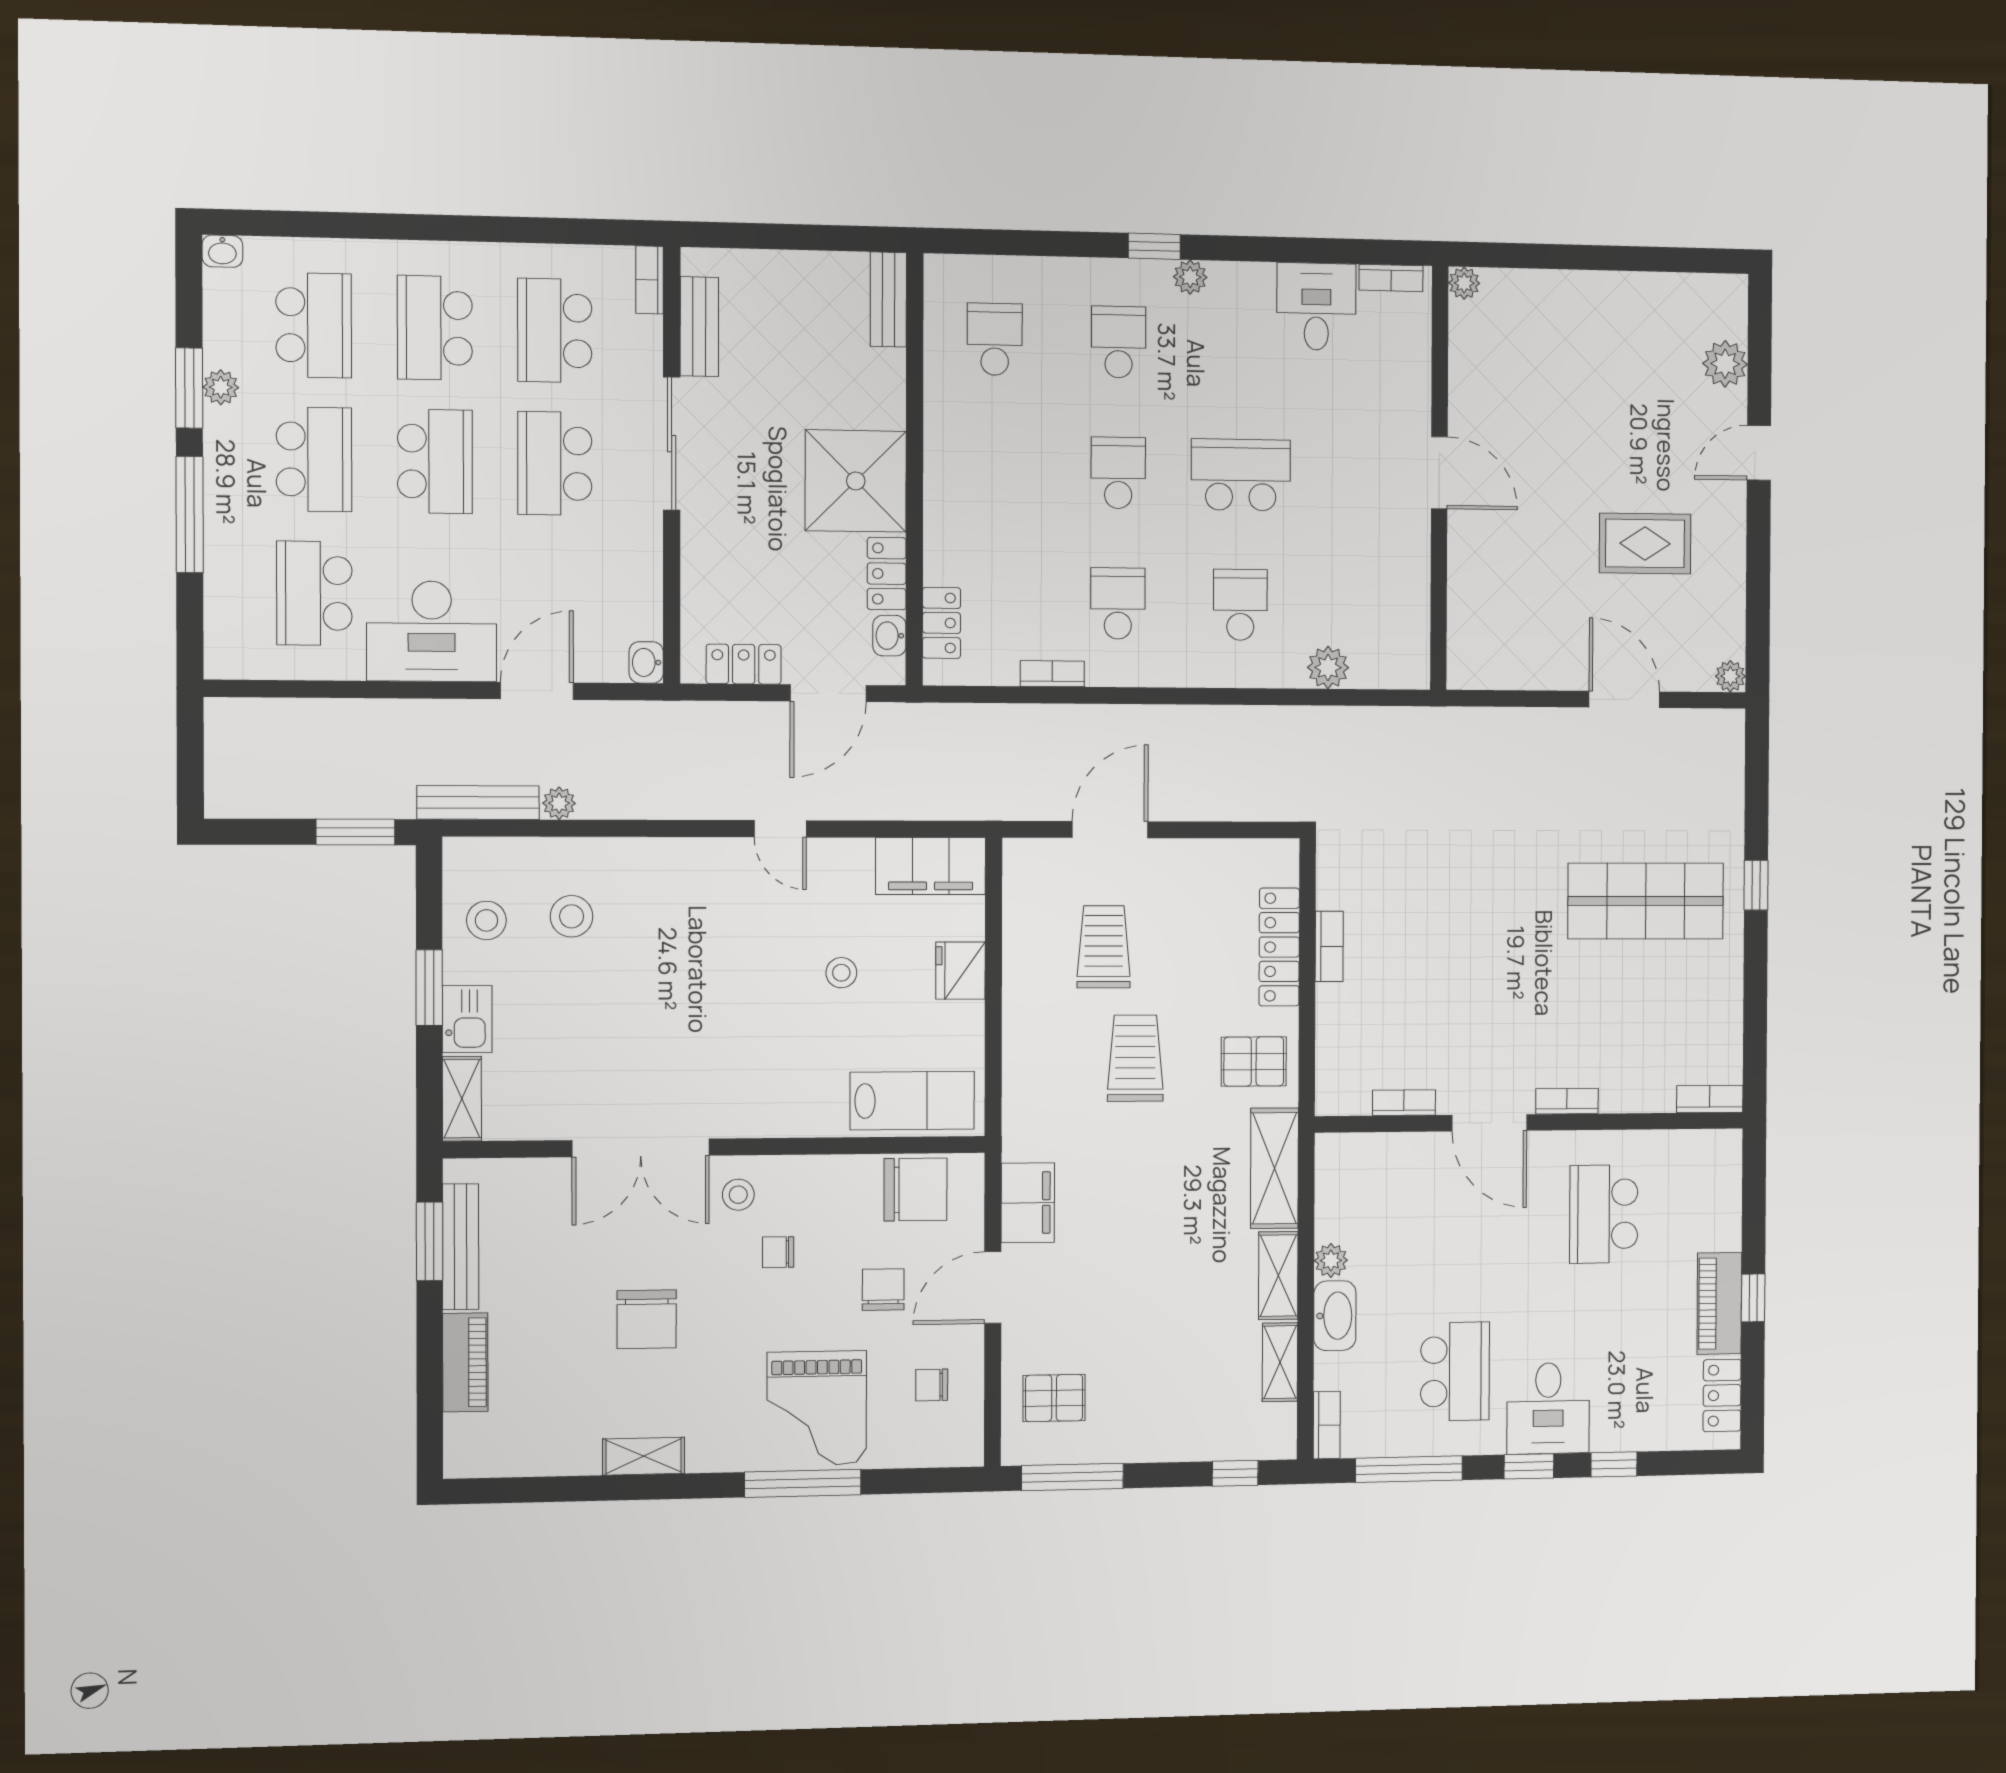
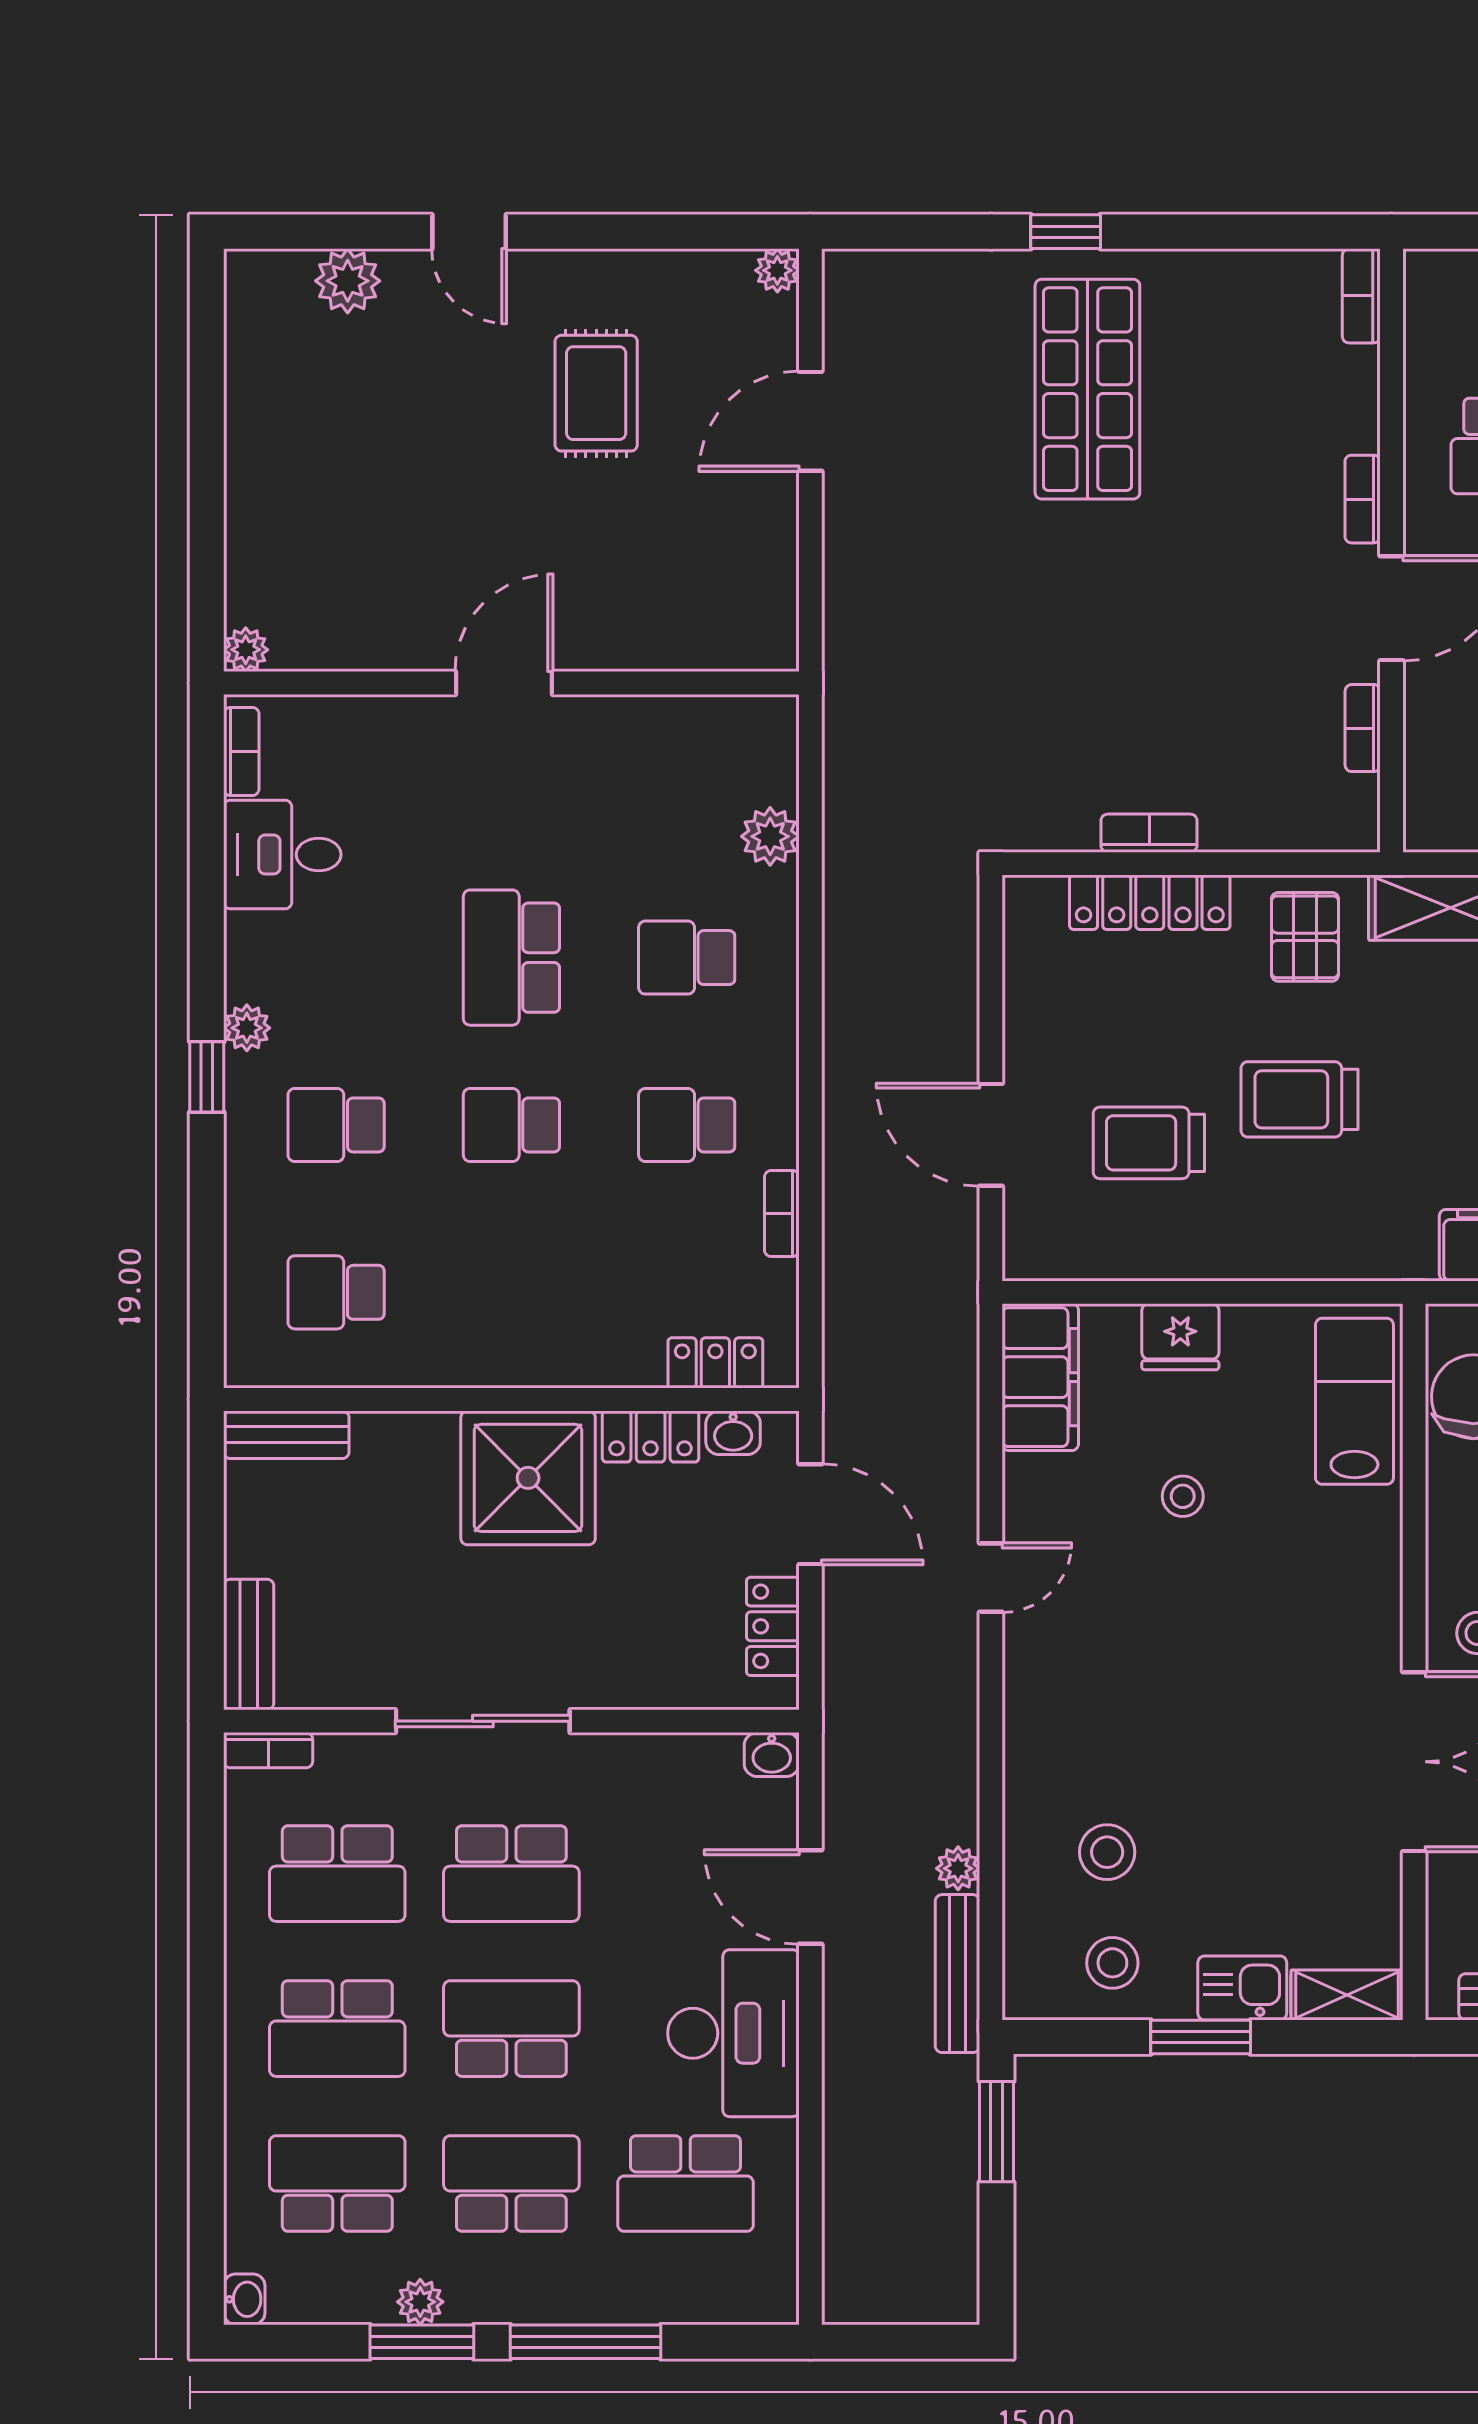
bench: (699, 327) -> (249, 1644), moved, turned 90

